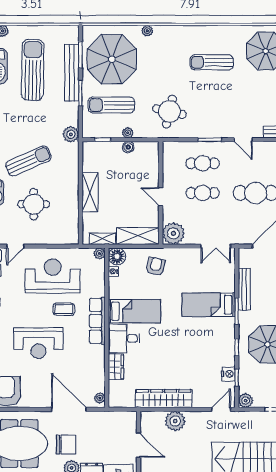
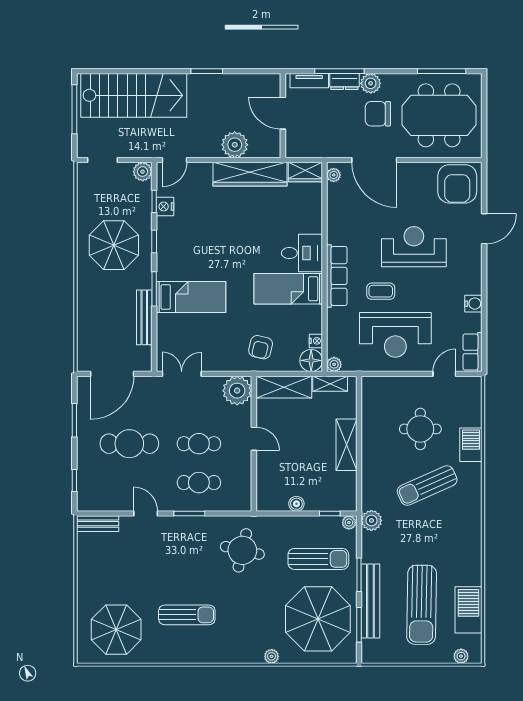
plant: (128, 133) -> (349, 523), moved
wardrobe: (116, 367) -> (305, 172), moved, turned -90

